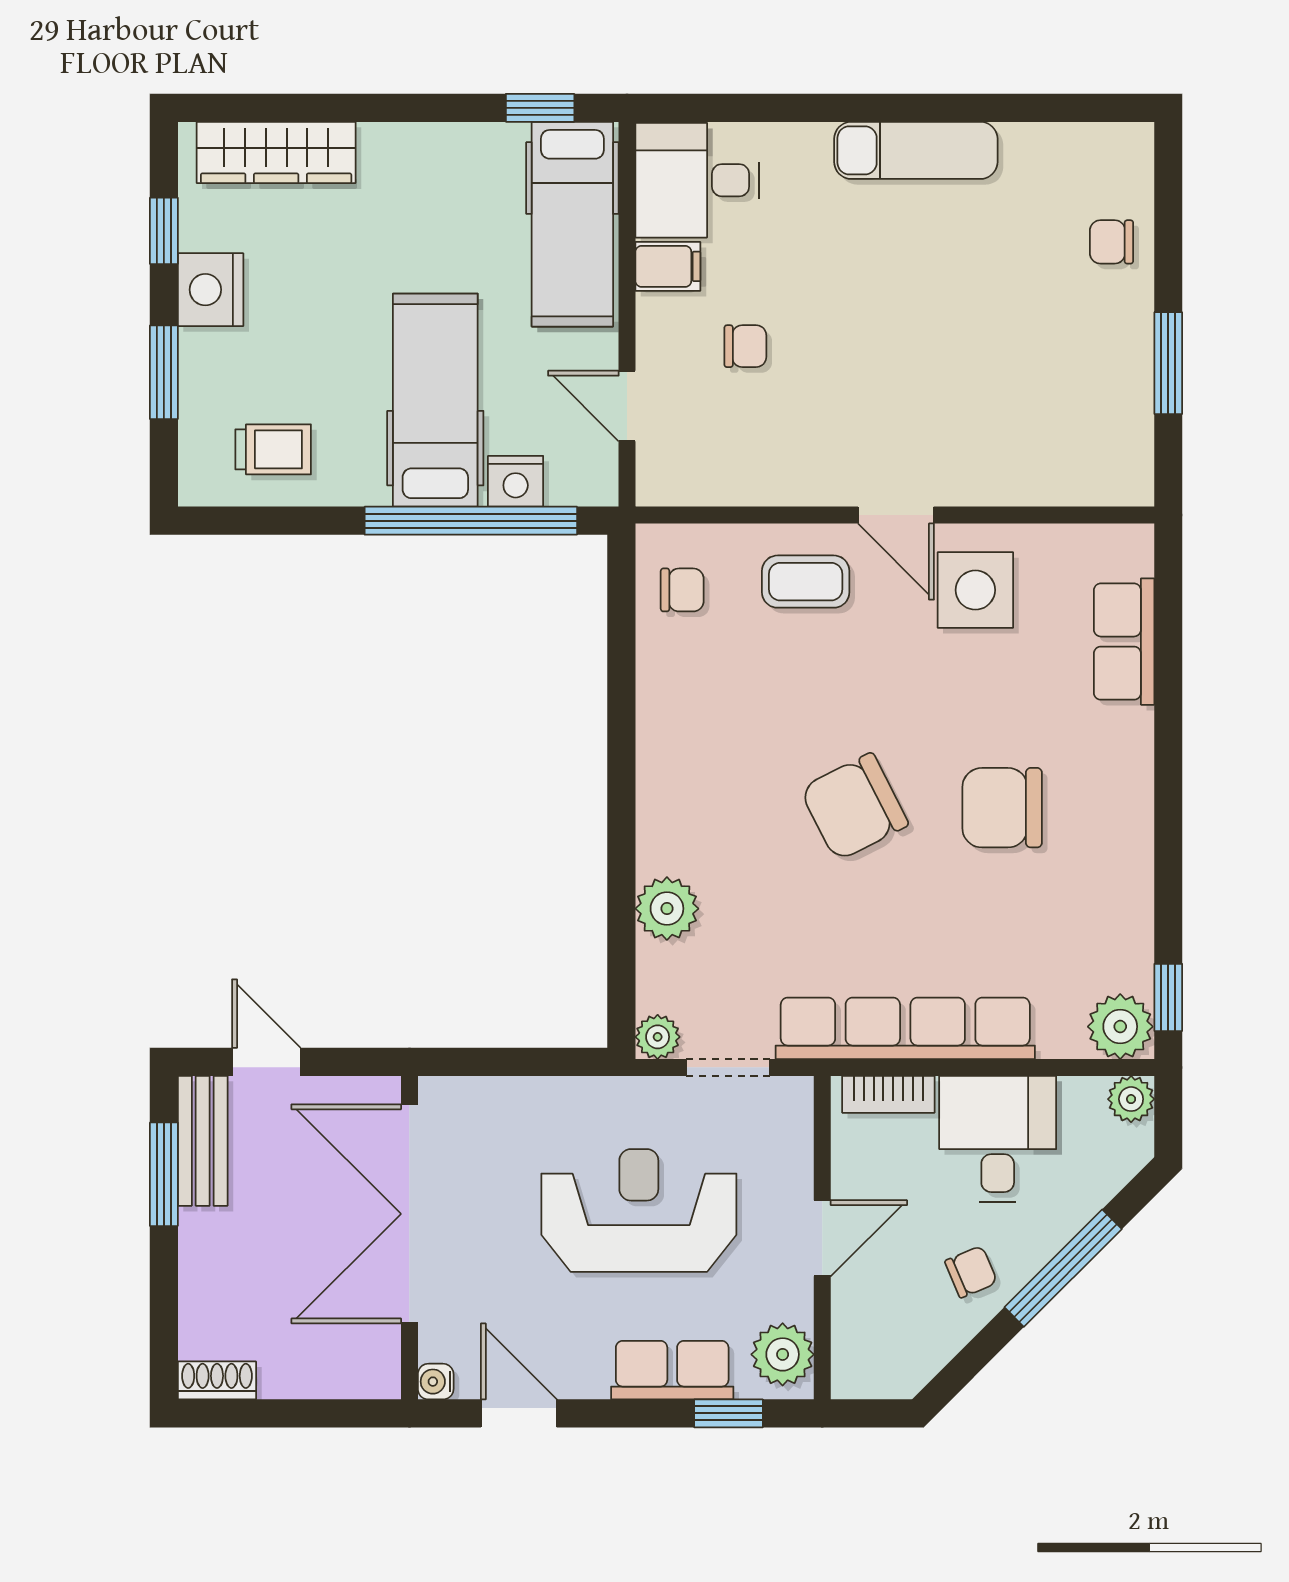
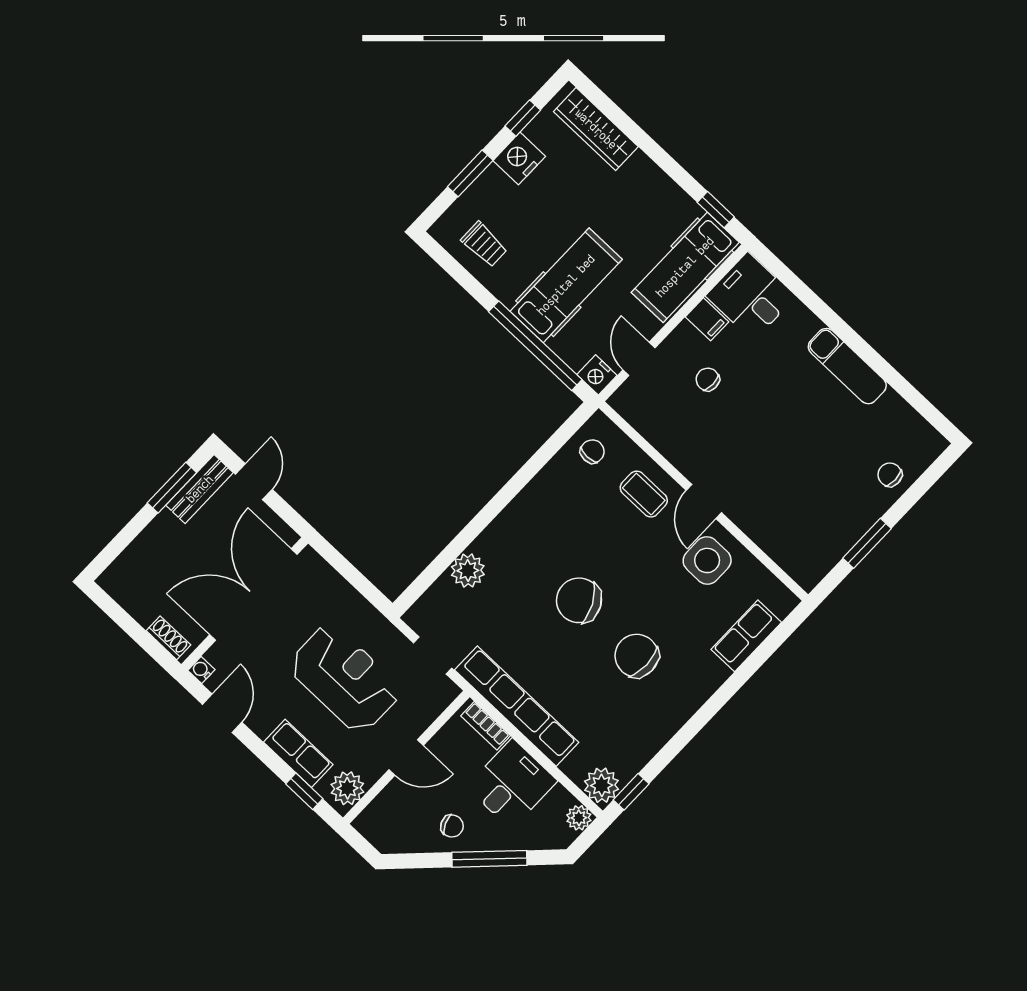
chair: (745, 346) -> (708, 379), turned 180
nightstand: (516, 481) -> (597, 375), moved
chair: (682, 590) -> (592, 451), turned -90
plant: (658, 1037) -> (416, 617), removed
shoe rack: (217, 1380) -> (168, 638), moved

